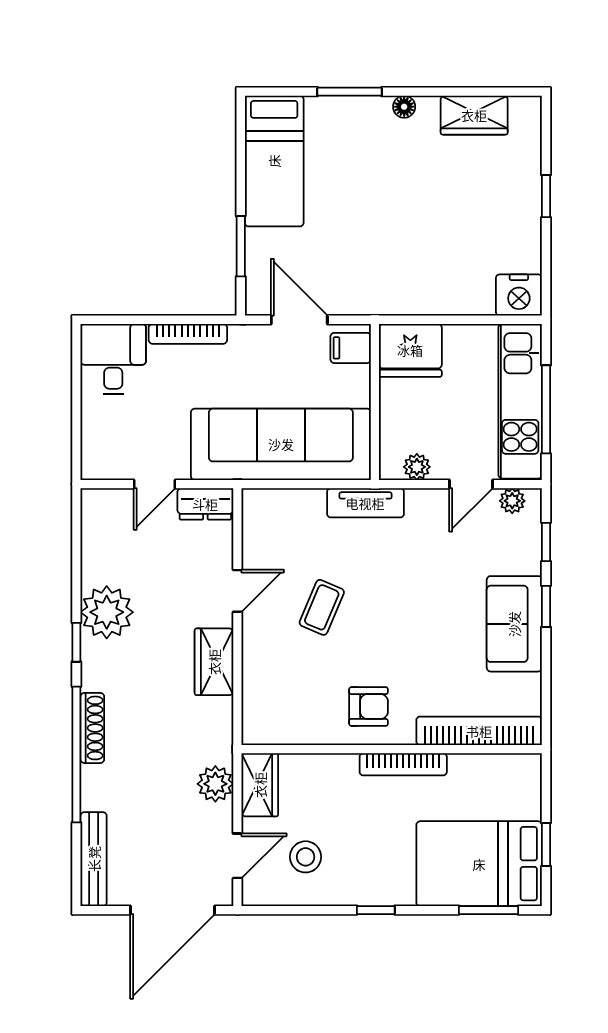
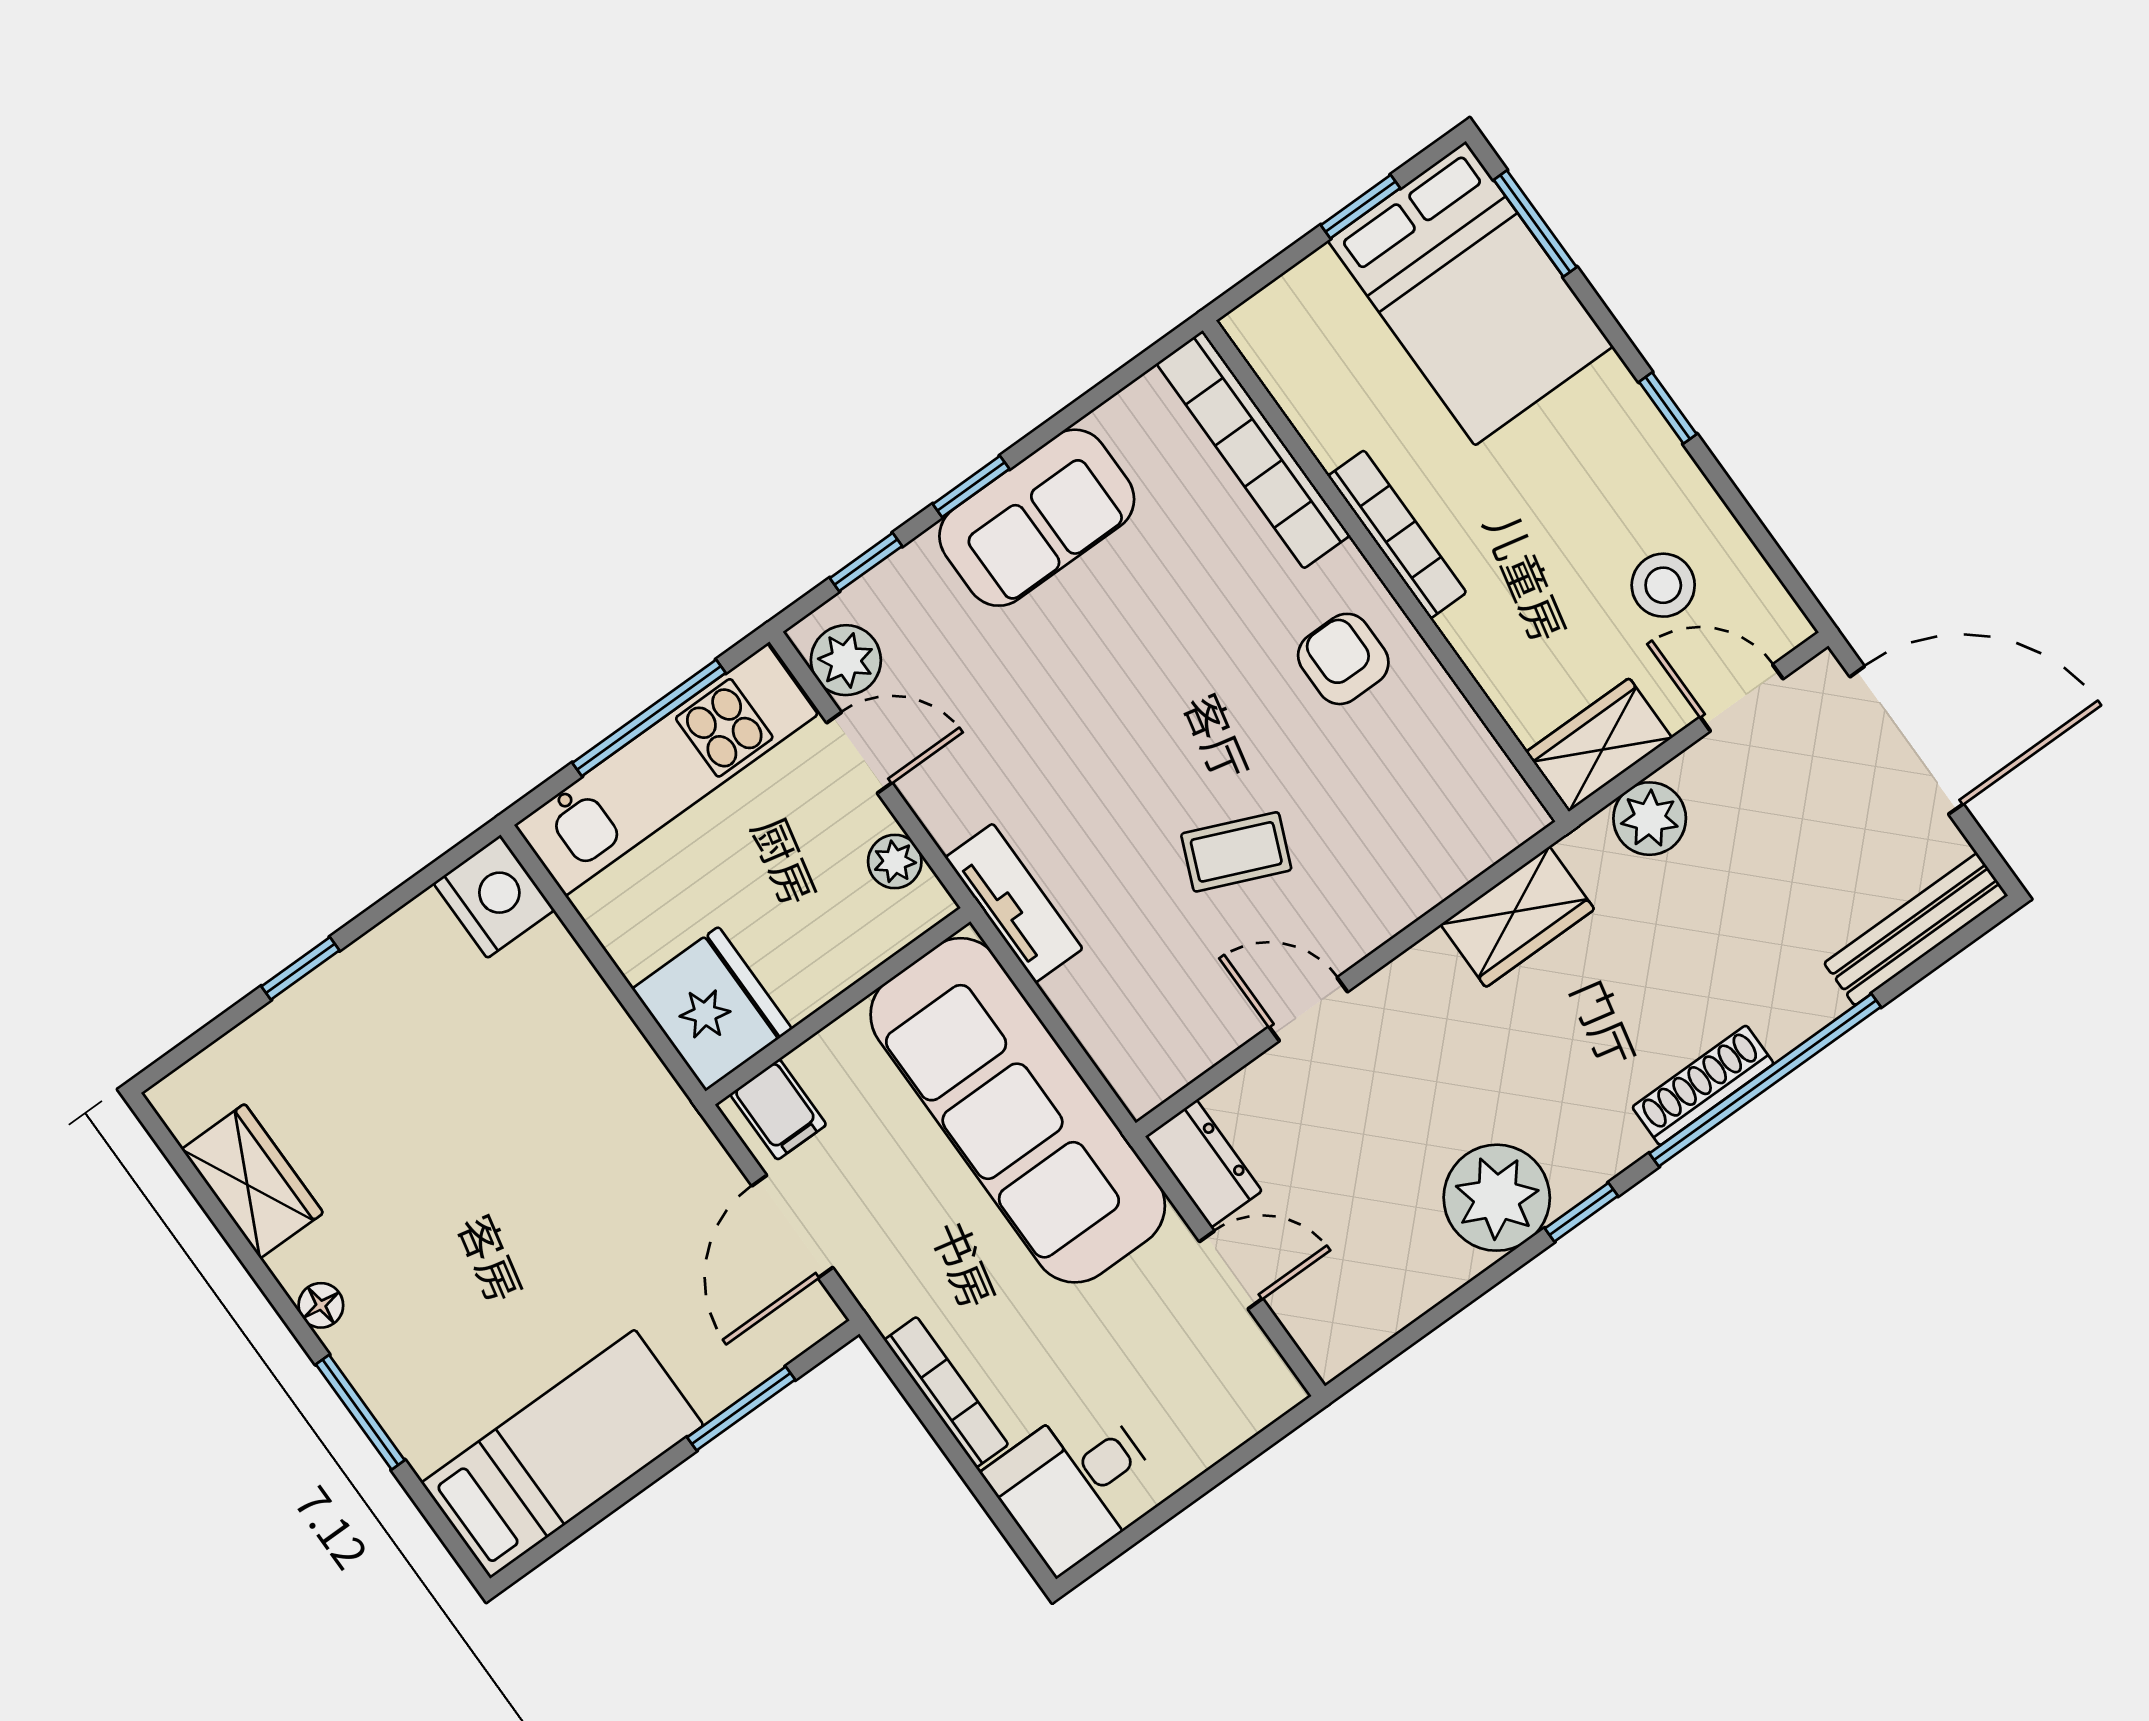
plant: (512, 501) -> (846, 660), width x1.38, depth x1.38
wardrobe: (214, 662) -> (1517, 917), moved

